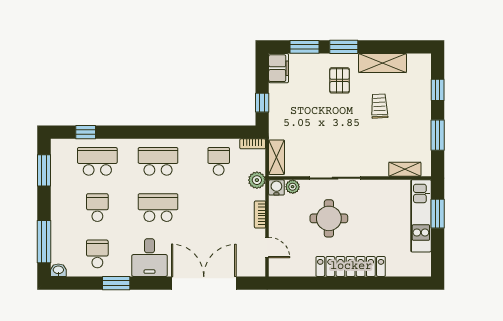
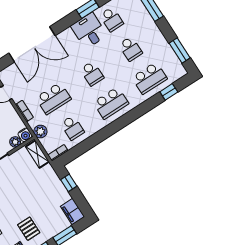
school desk: (158, 208) -> (92, 74), width x0.54
school desk: (219, 208) -> (53, 98), added
desk: (150, 258) -> (89, 31), moved

